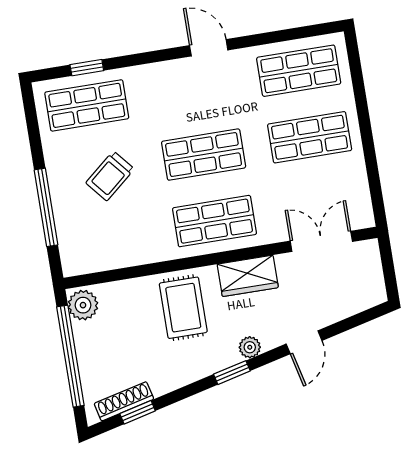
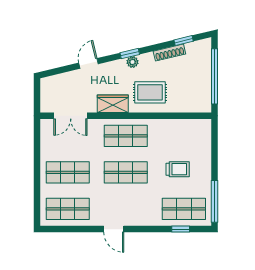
trolley: (110, 176) -> (178, 169), turned 40
window: (46, 207) -> (215, 201), moved
plant: (83, 305) -> (203, 103), removed
rug: (183, 308) -> (150, 92), turned 90
plant: (250, 347) -> (132, 62), moved
shoe rack: (124, 401) -> (169, 53), moved

